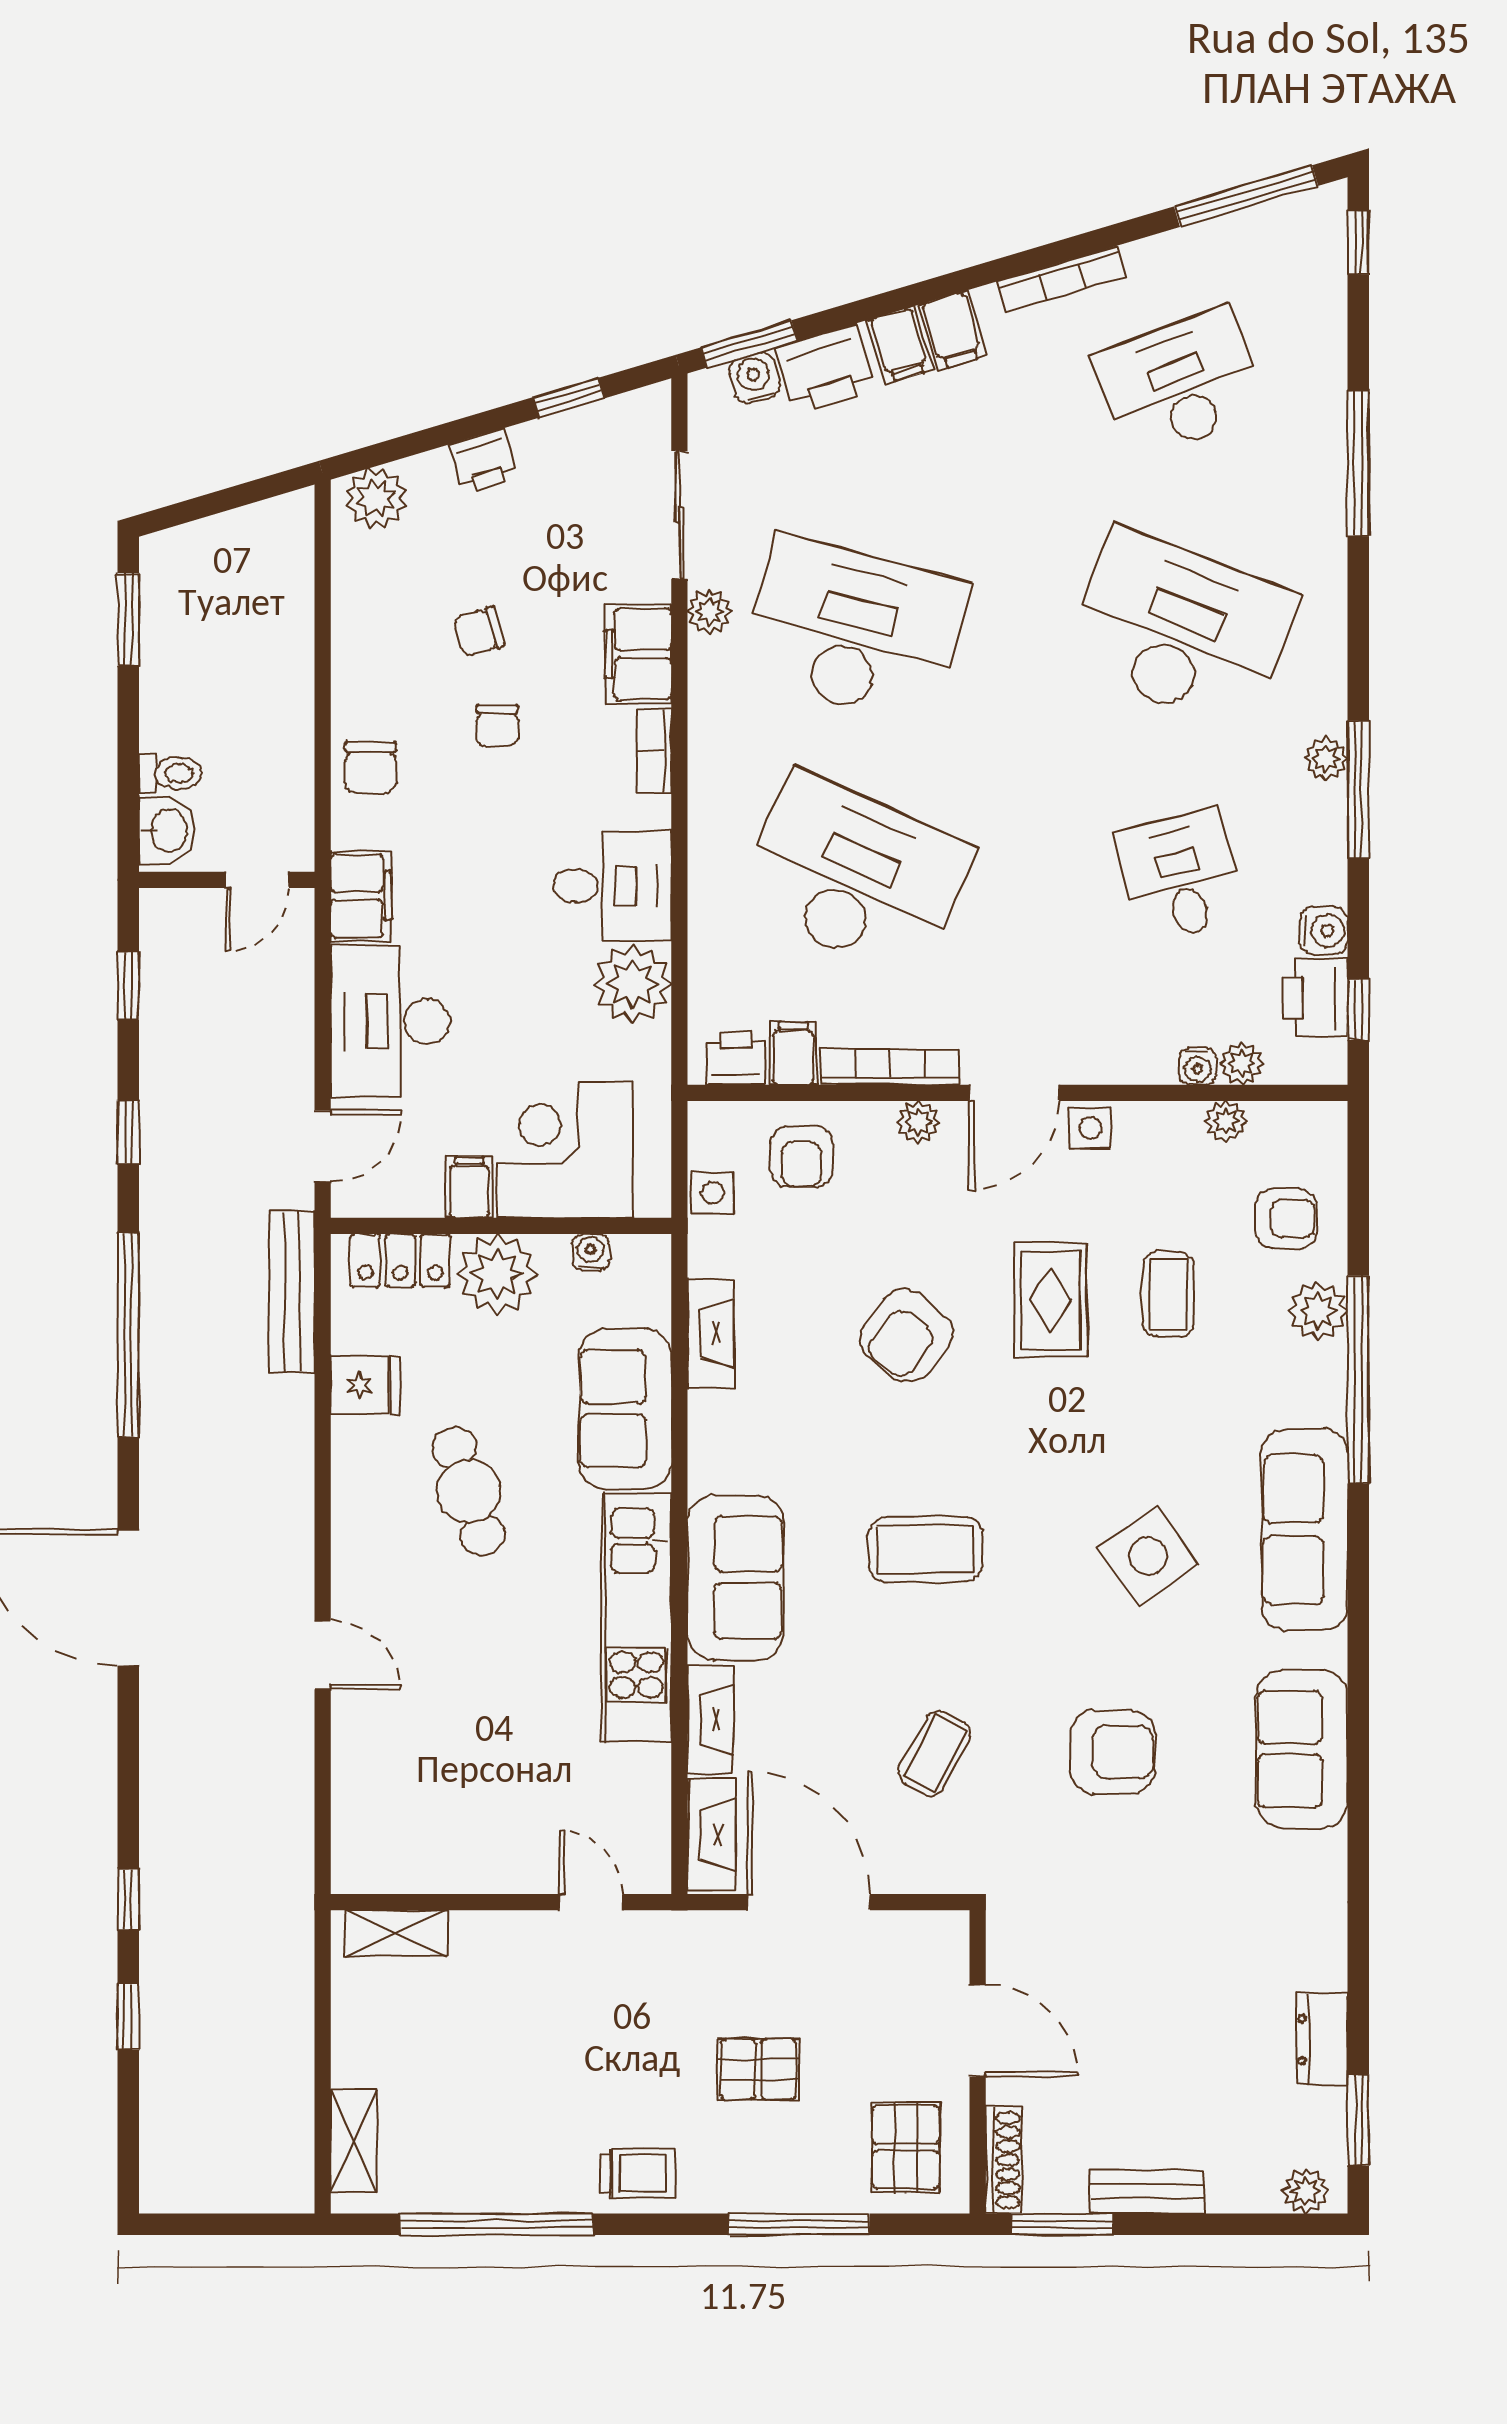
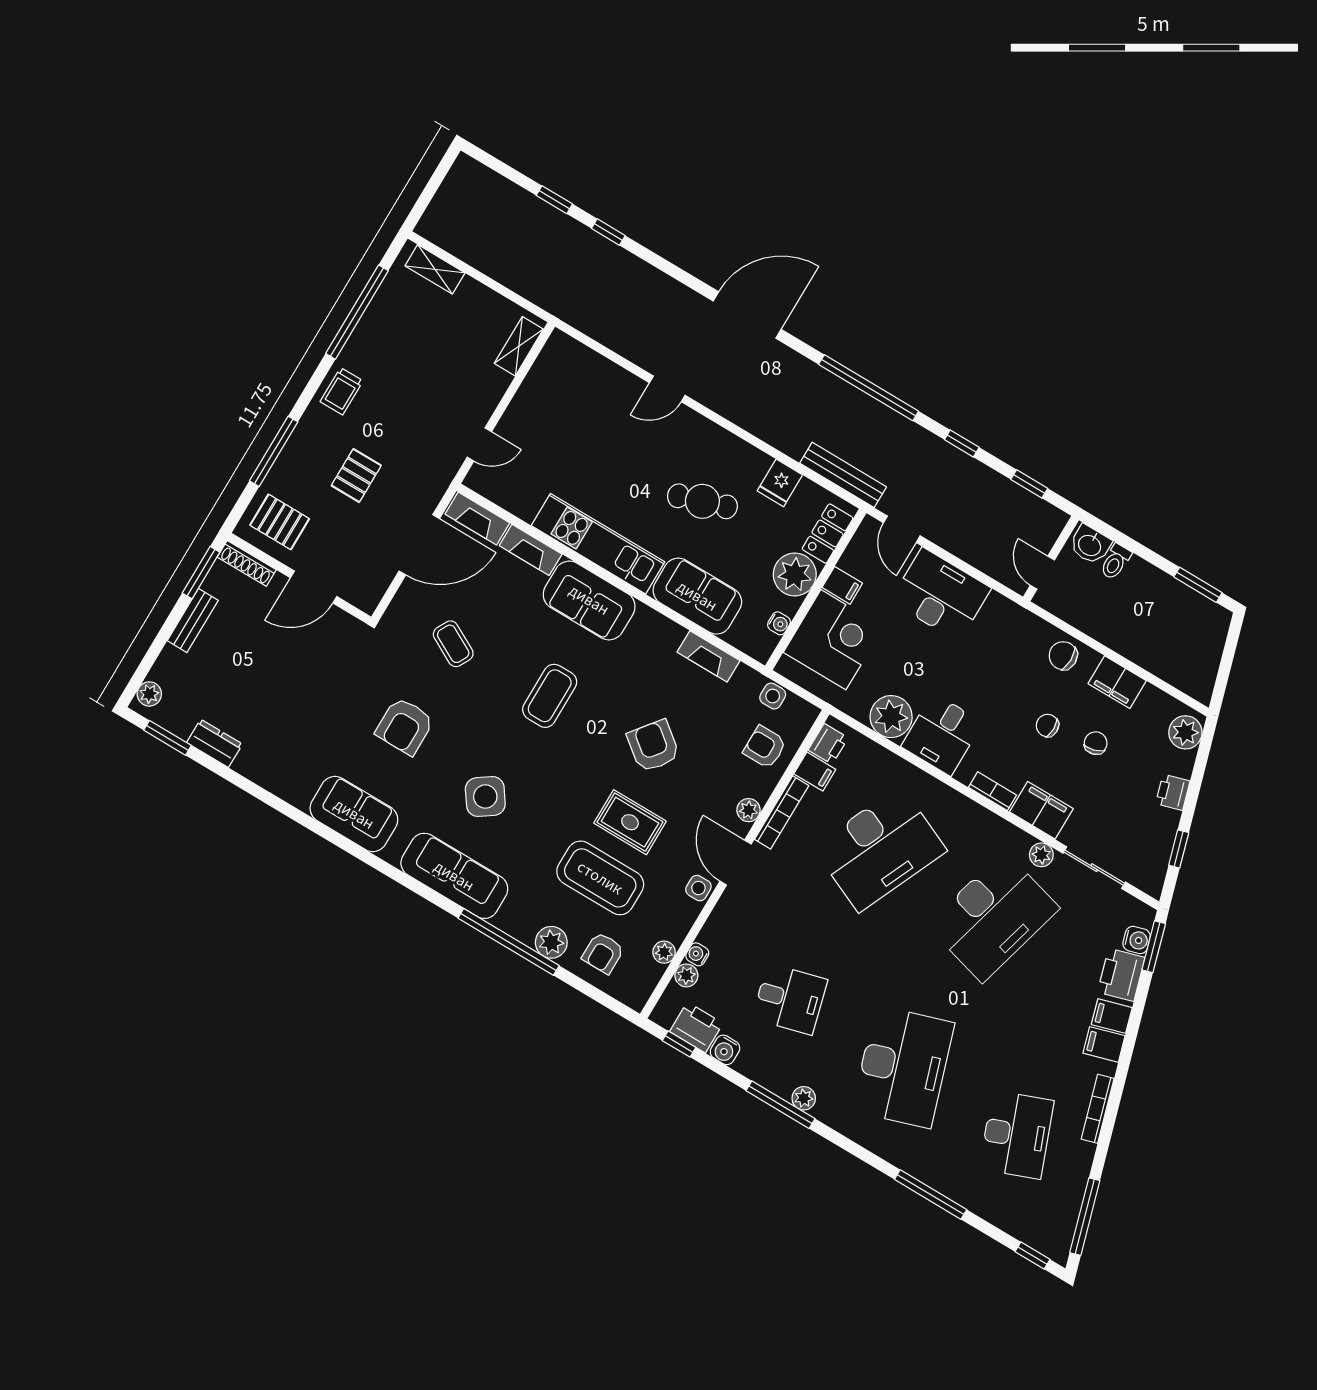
desk: (1180, 630) -> (903, 1067), turned -39
filing cabinet: (361, 896) -> (1117, 682), moved
coffee table: (1168, 1294) -> (600, 878), width x1.86, depth x1.72

